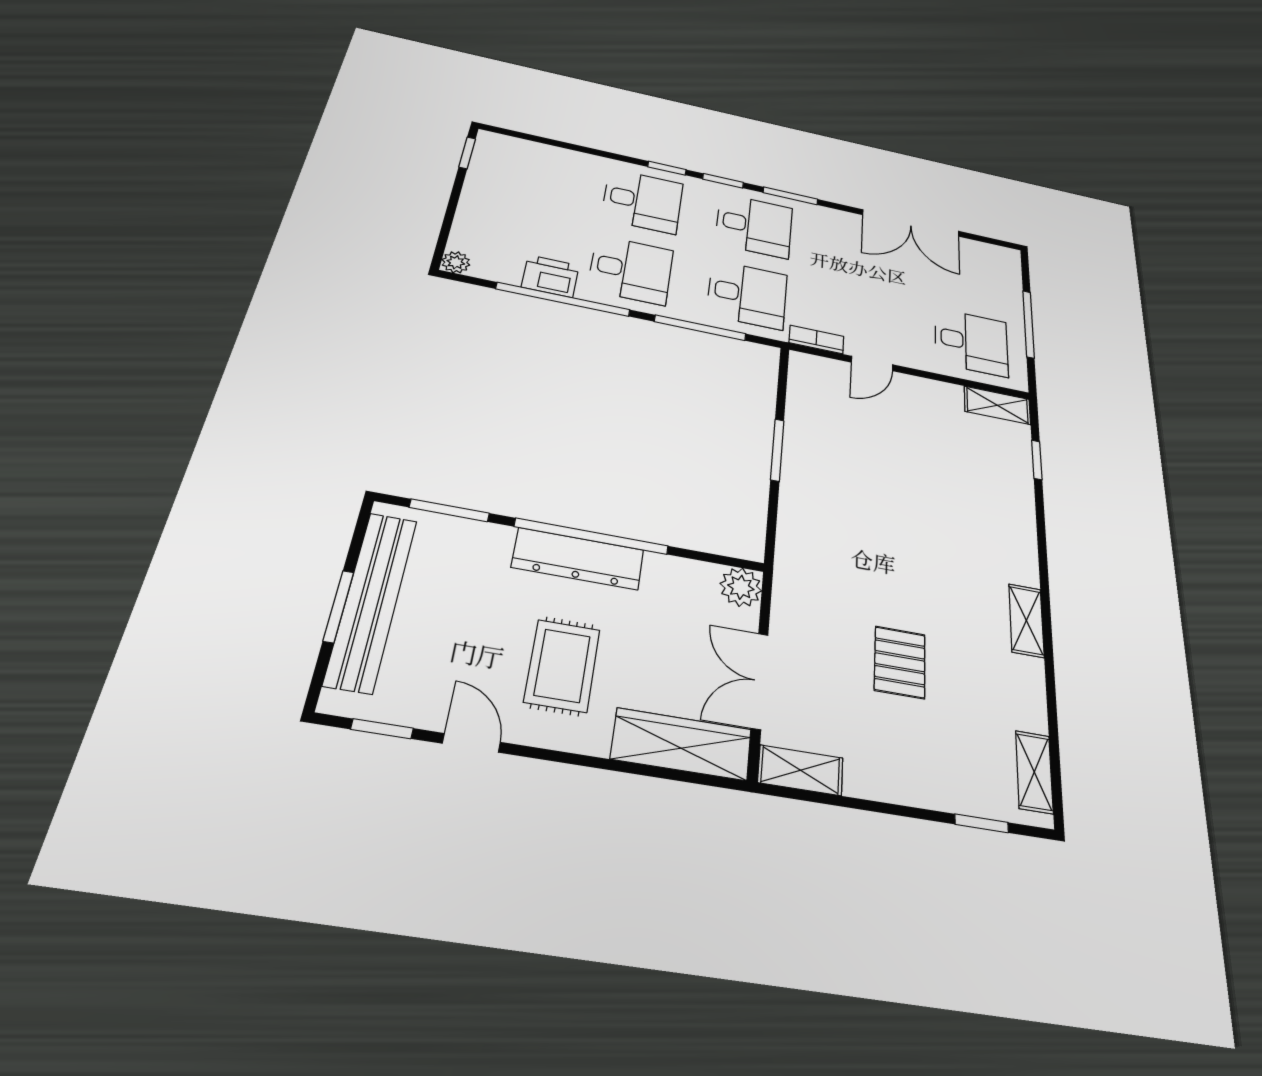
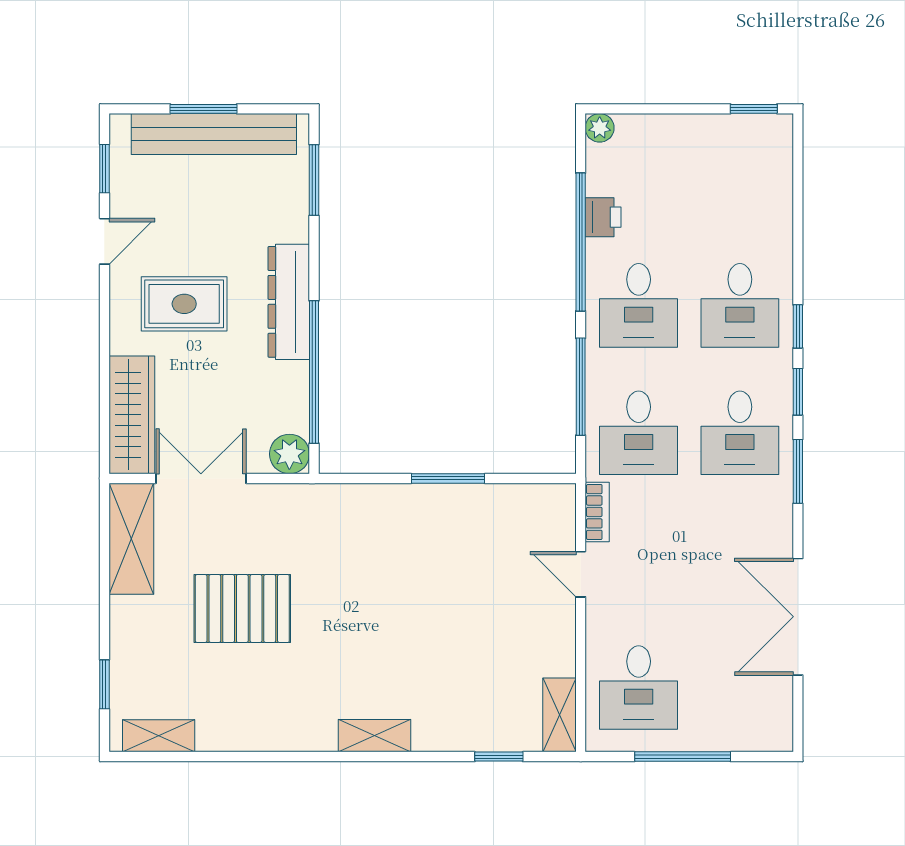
printer: (550, 276) -> (603, 217), width x0.73, depth x0.81
window: (592, 536) -> (314, 372), moved
shelving: (1026, 620) -> (374, 736), moved
pallet: (900, 662) -> (242, 608), width x1.50, depth x1.42
shelving: (801, 770) -> (131, 539), width x1.50, depth x1.33

